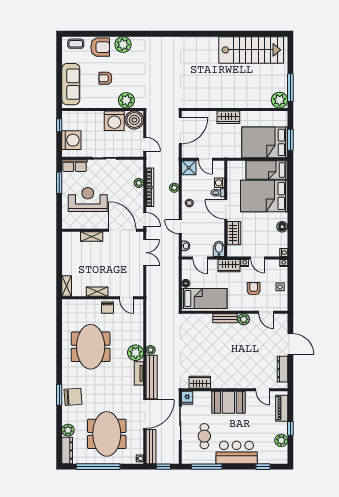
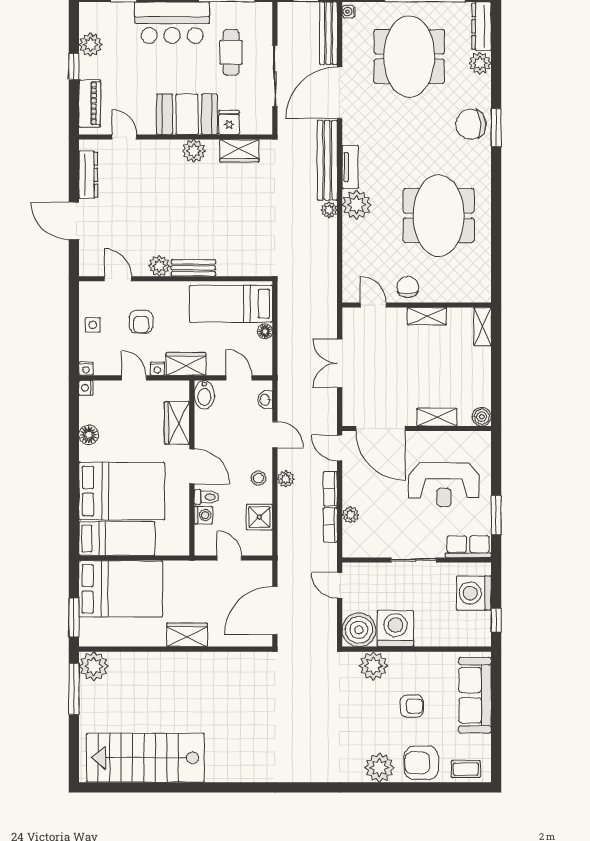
window: (290, 140) -> (74, 617), moved
shower: (189, 168) -> (259, 517), moved
plant: (174, 188) -> (286, 479), moved
boiler: (67, 237) -> (482, 417), added
double door: (145, 253) -> (340, 363), moved
plant: (225, 382) -> (194, 151), added
fridge: (187, 398) -> (229, 122), moved

